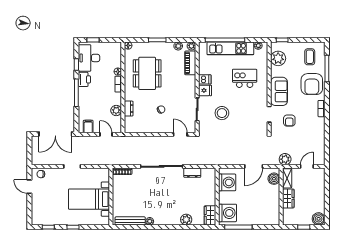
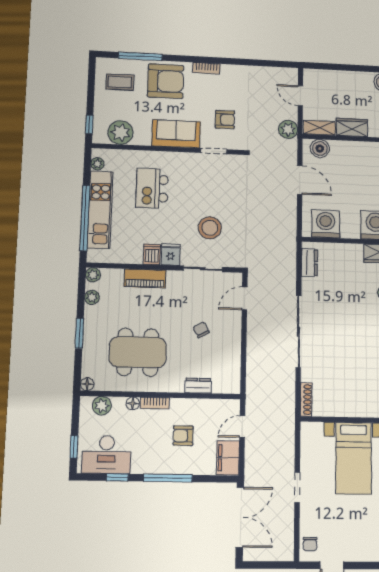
piano: (190, 63) -> (145, 278), moved
printer: (84, 79) -> (144, 463), removed
armchair: (100, 101) -> (183, 436), added
plant: (116, 111) -> (102, 406), moved
filing cabinet: (88, 127) -> (228, 458), width x2.00
dresser: (192, 173) -> (309, 263), moved

